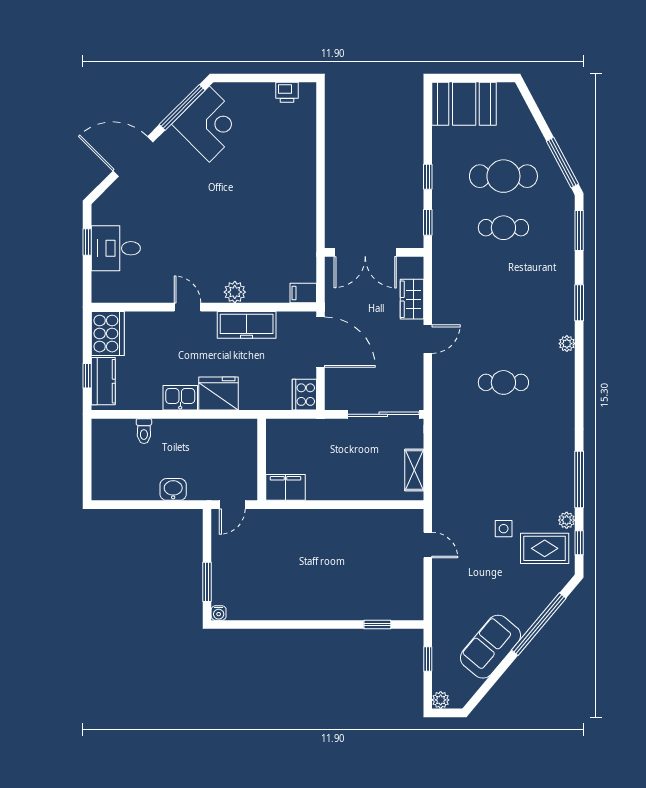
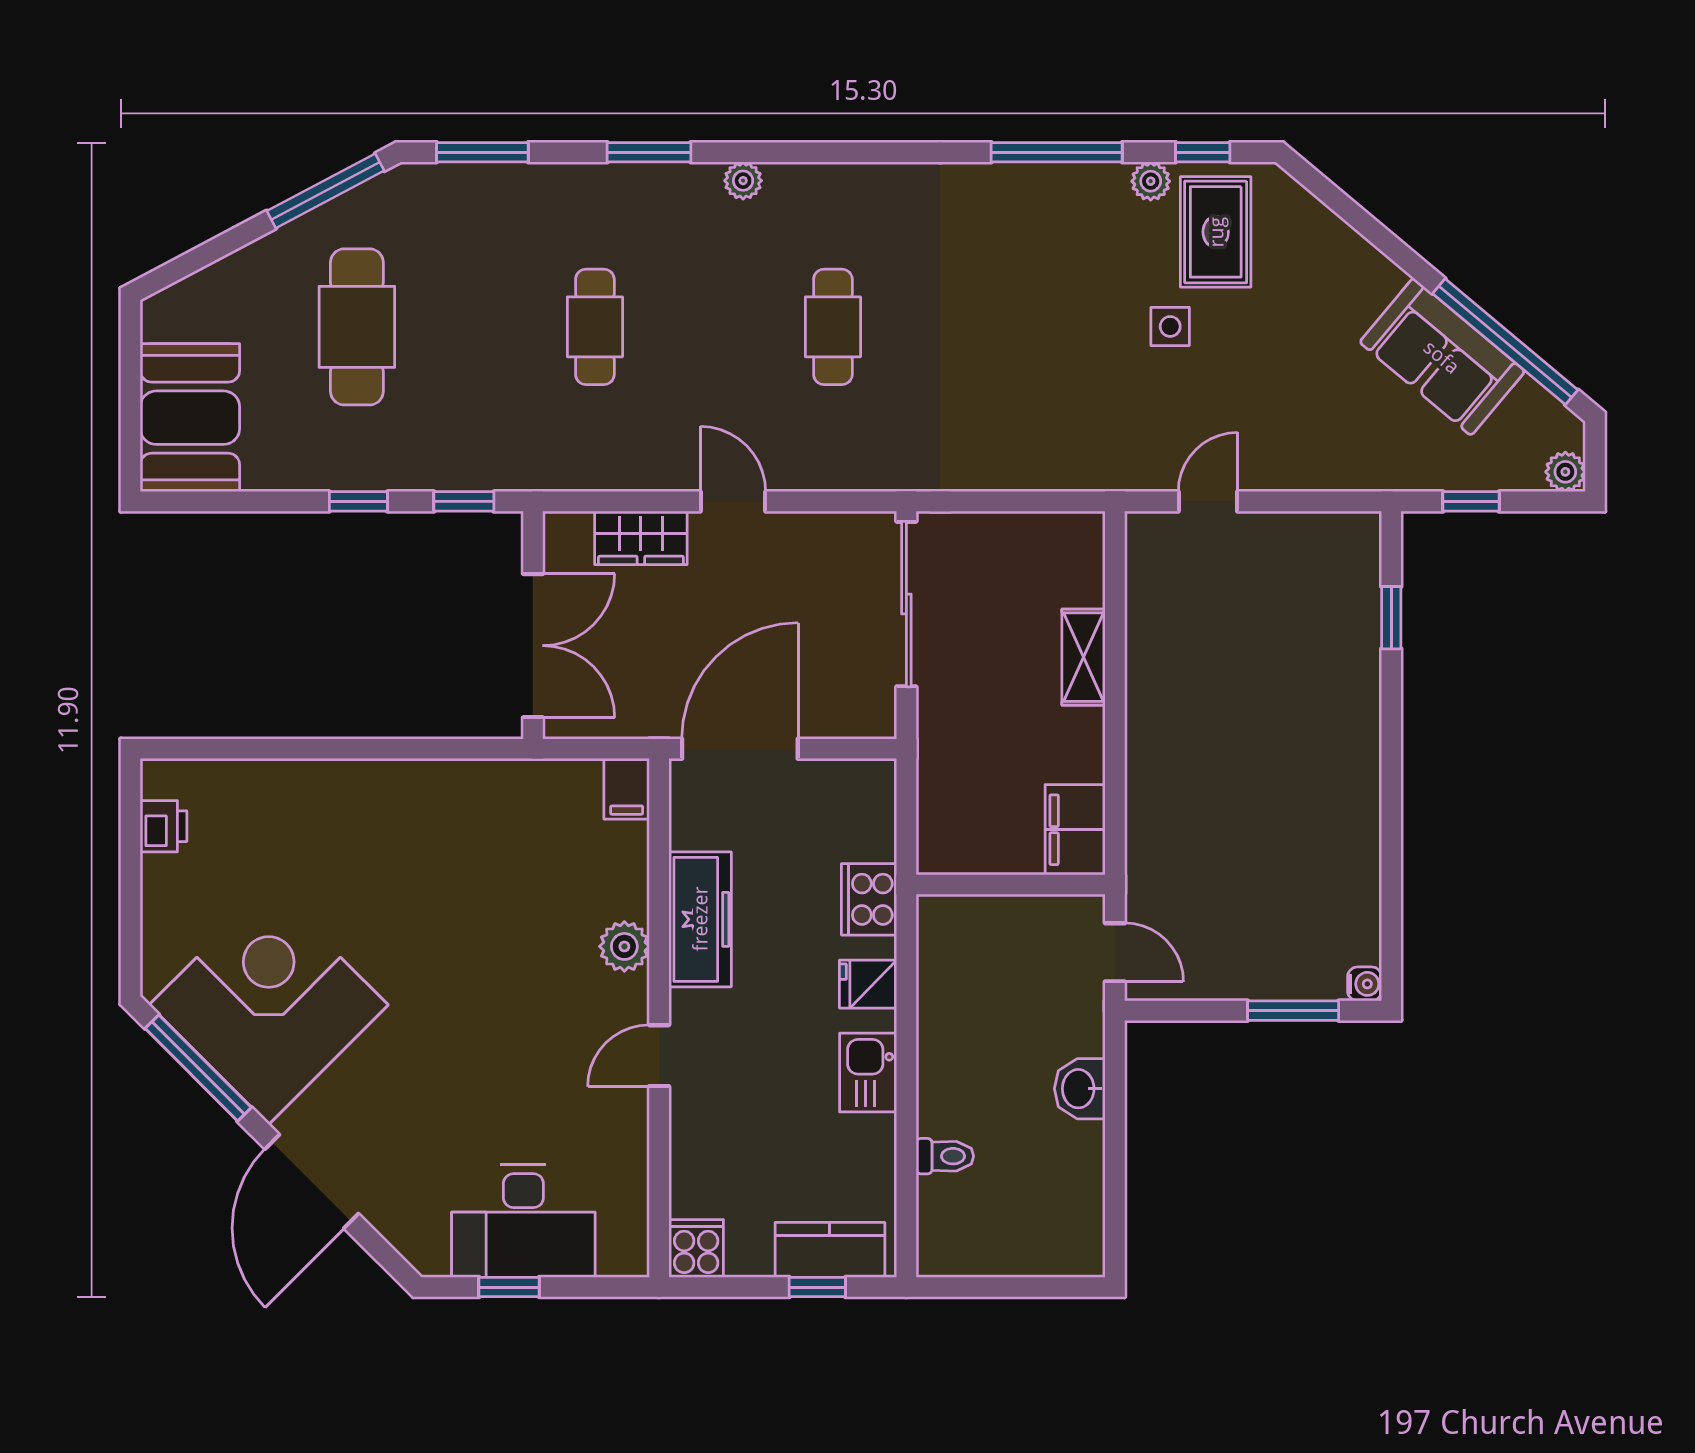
corner desk: (209, 124) -> (269, 1005), width x1.36, depth x1.36
cafe table: (503, 228) -> (595, 327), moved
desk: (116, 248) -> (523, 1221), width x1.37
cooker: (108, 334) -> (696, 1248), width x0.53, depth x0.76
fridge: (219, 394) -> (868, 984), width x0.53, depth x0.75
cooker: (304, 395) -> (869, 899), moved, turned 90
shelving: (414, 470) -> (1084, 657), moved, turned 90
window: (539, 624) -> (1505, 342), moved

